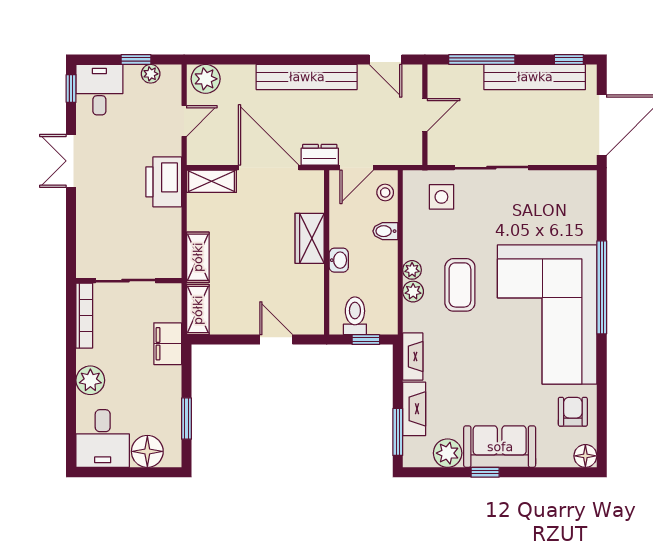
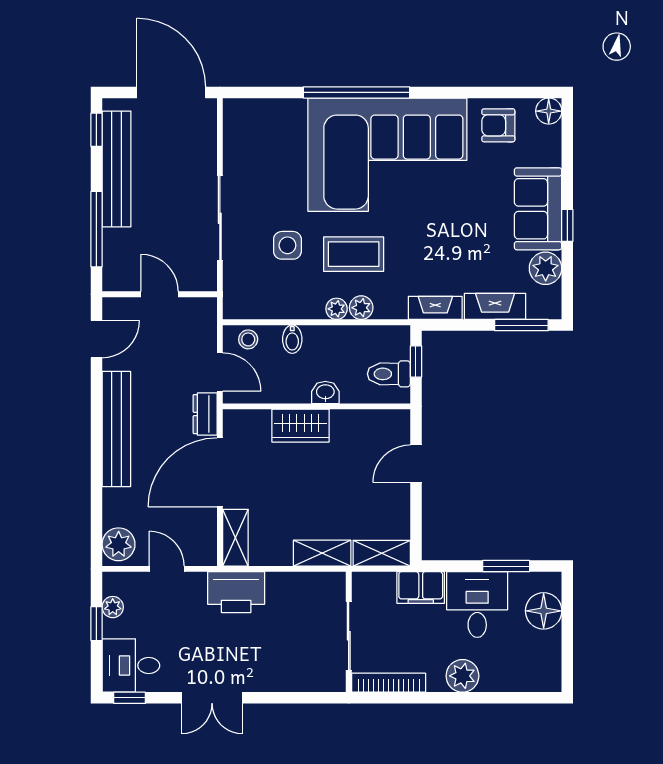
side table: (441, 197) -> (287, 245), moved
desk: (103, 439) -> (477, 605), moved, turned -90

